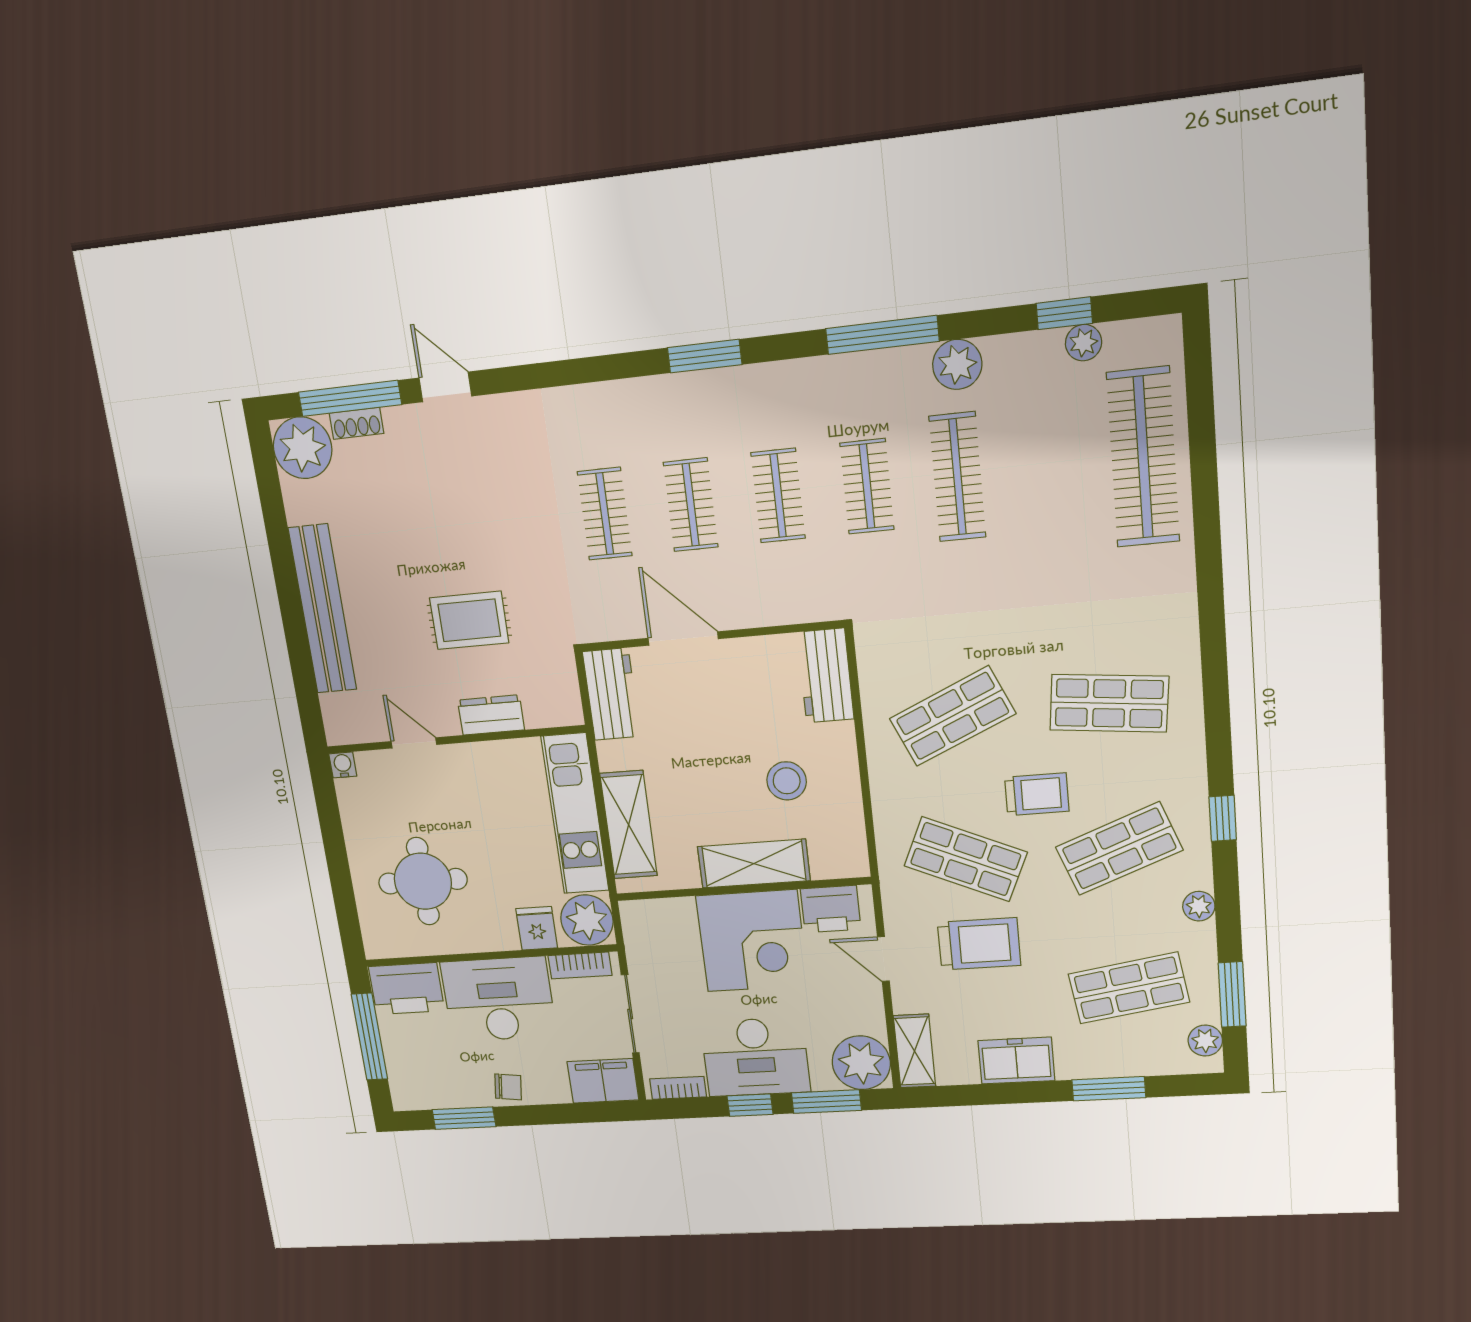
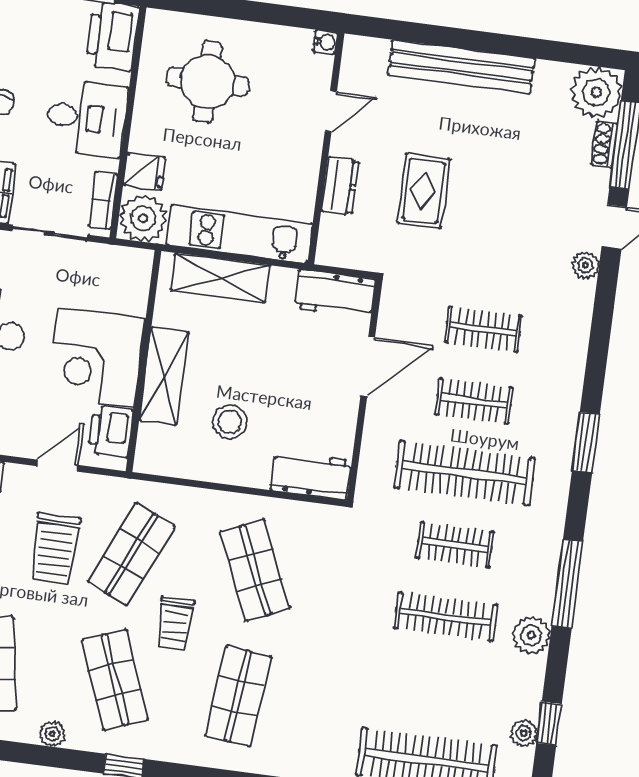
plant: (498, 410) -> (586, 265), added
clothes rail: (778, 496) -> (464, 473), width x1.86, depth x1.31
desk: (498, 999) -> (86, 118), width x0.73

